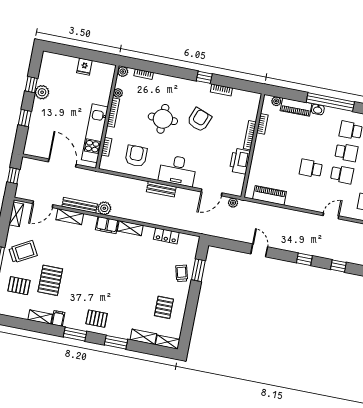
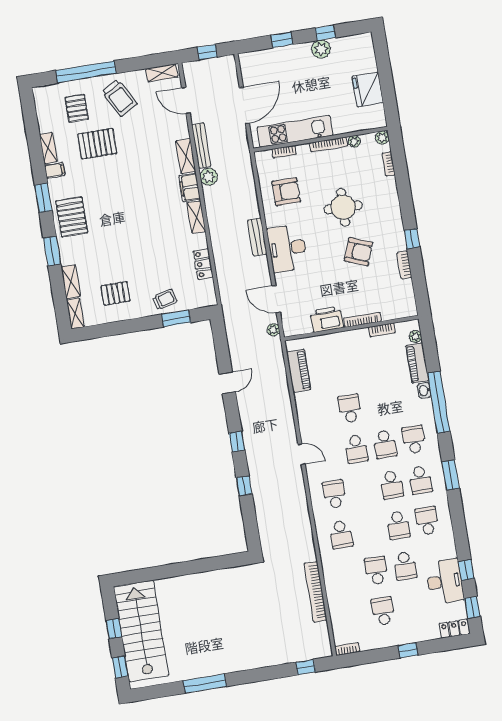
fridge: (84, 67) -> (368, 89), width x1.88, depth x1.34
shelving: (70, 217) -> (186, 156), moved
pallet: (97, 319) -> (72, 217), width x1.50, depth x1.42

